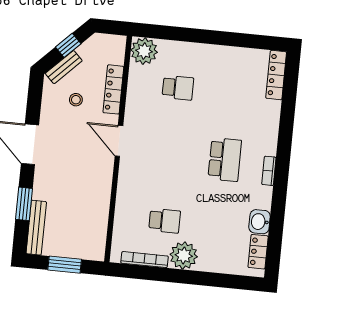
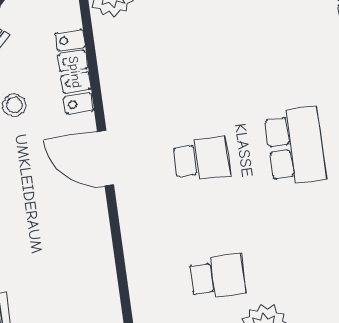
school desk: (178, 88) -> (201, 159), moved

